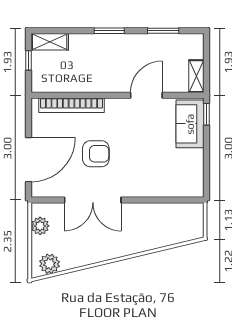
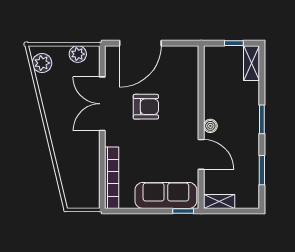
boiler: (116, 85) -> (210, 126), added
bookcase: (71, 105) -> (112, 178), moved, turned 180
sofa: (190, 124) -> (166, 195), width x1.36
armchair: (96, 154) -> (146, 107), turned -90
door: (28, 160) -> (140, 43), hinge flipped

